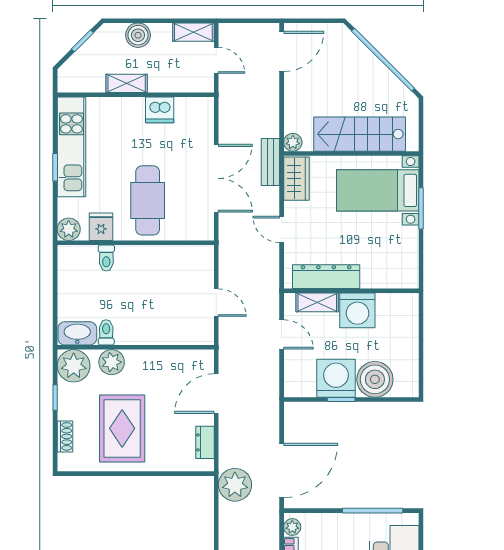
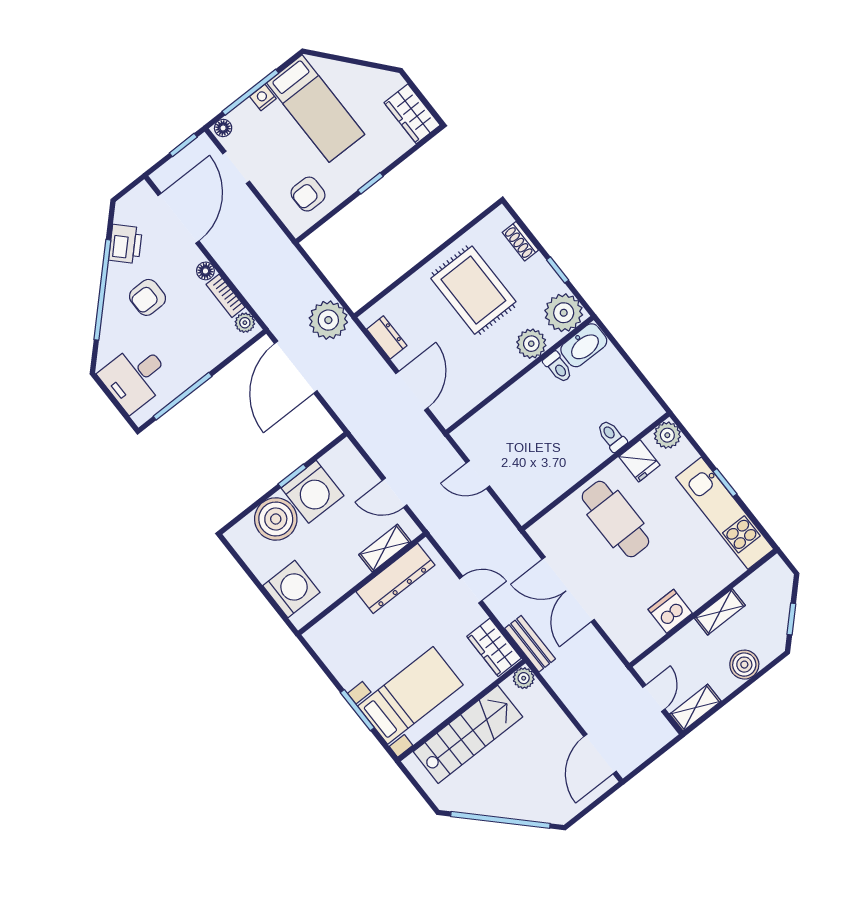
door: (216, 60) -> (654, 698), swing flipped
washing machine: (357, 310) -> (291, 589), moved, turned 90

